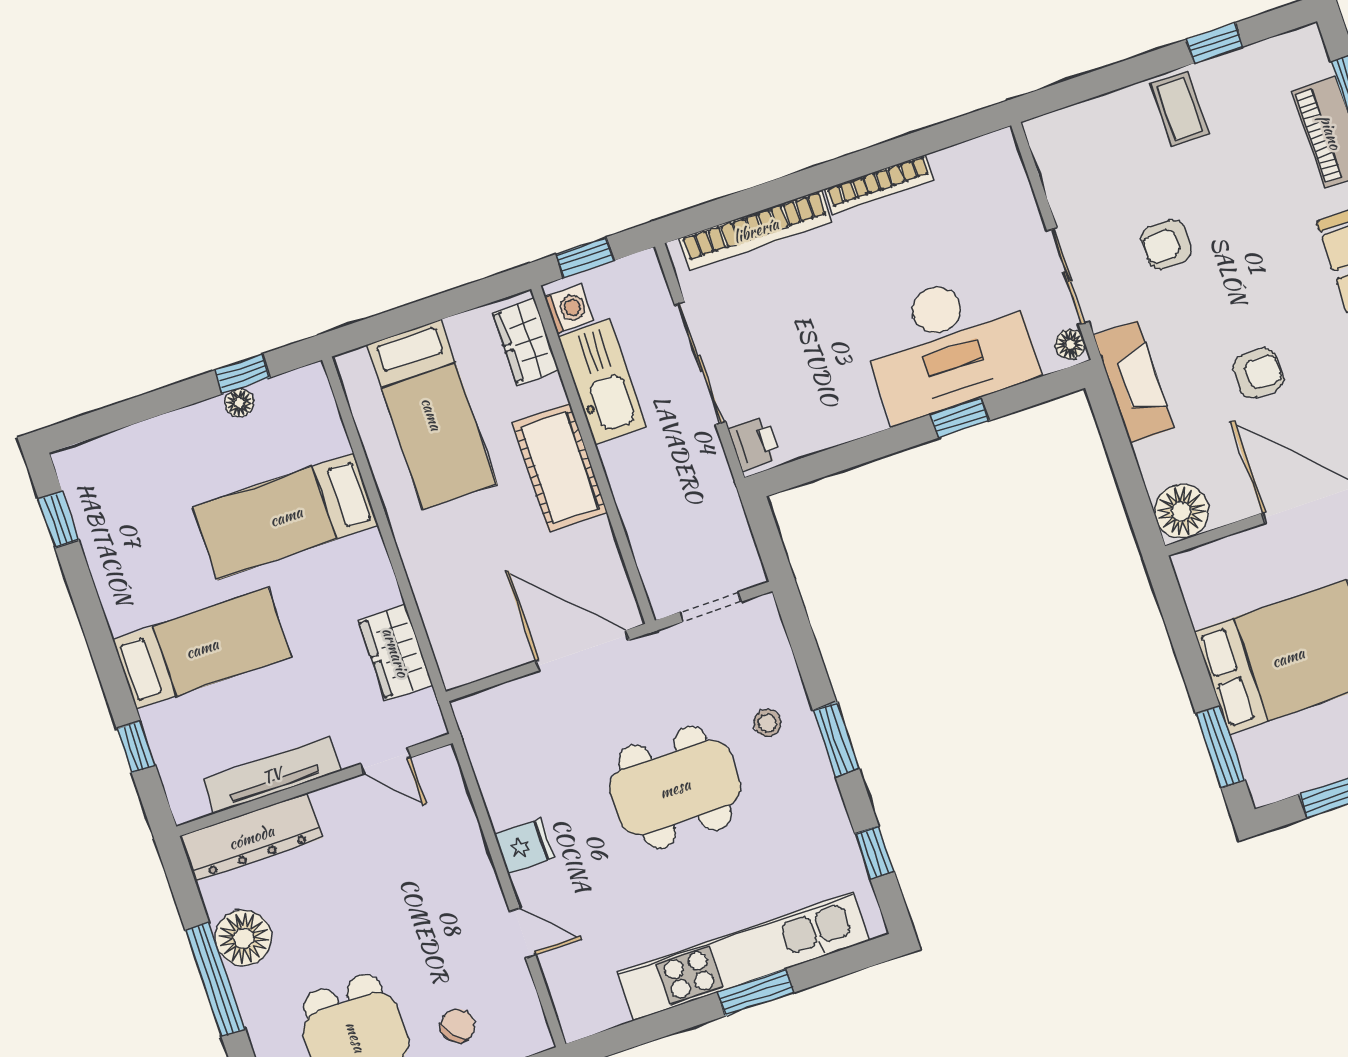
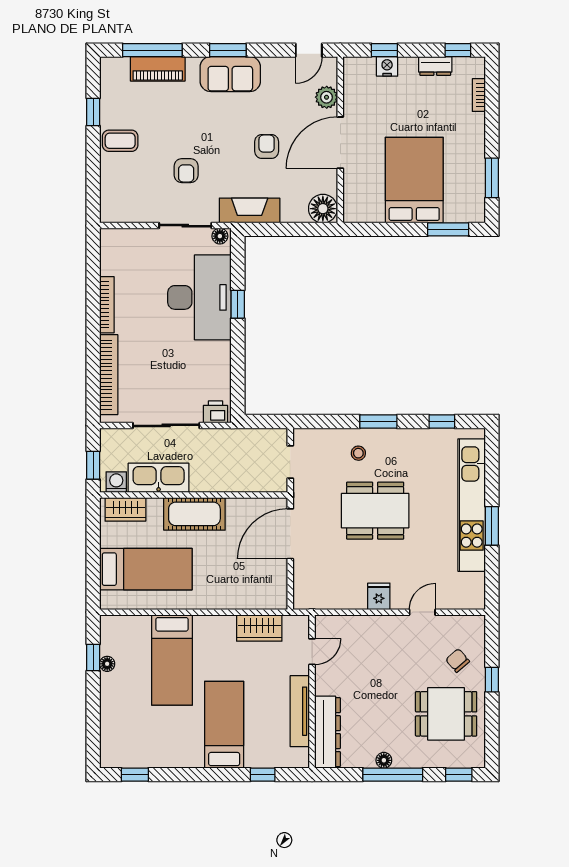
dining table: (675, 788) -> (375, 511), turned 90
floor lamp: (244, 938) -> (384, 760), width x0.53, depth x0.53
window: (756, 992) -> (492, 526), moved

